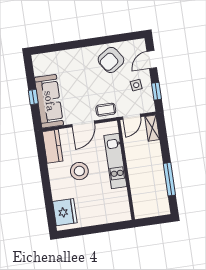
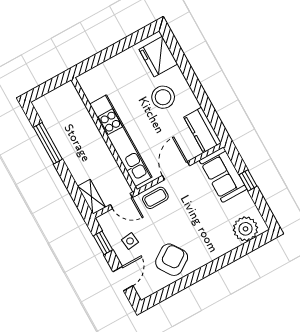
plant: (48, 62) -> (246, 229), added
sofa: (49, 101) -> (223, 175), width x0.73
door: (132, 117) -> (121, 201), swing flipped
kitchen unit: (115, 161) -> (121, 141), width x1.36
stool: (79, 171) -> (163, 97), moved

